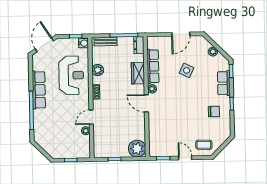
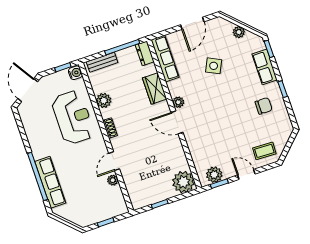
row of seats: (153, 66) -> (165, 58), moved
row of seats: (39, 90) -> (50, 182), moved
plant: (161, 150) -> (214, 175), added

